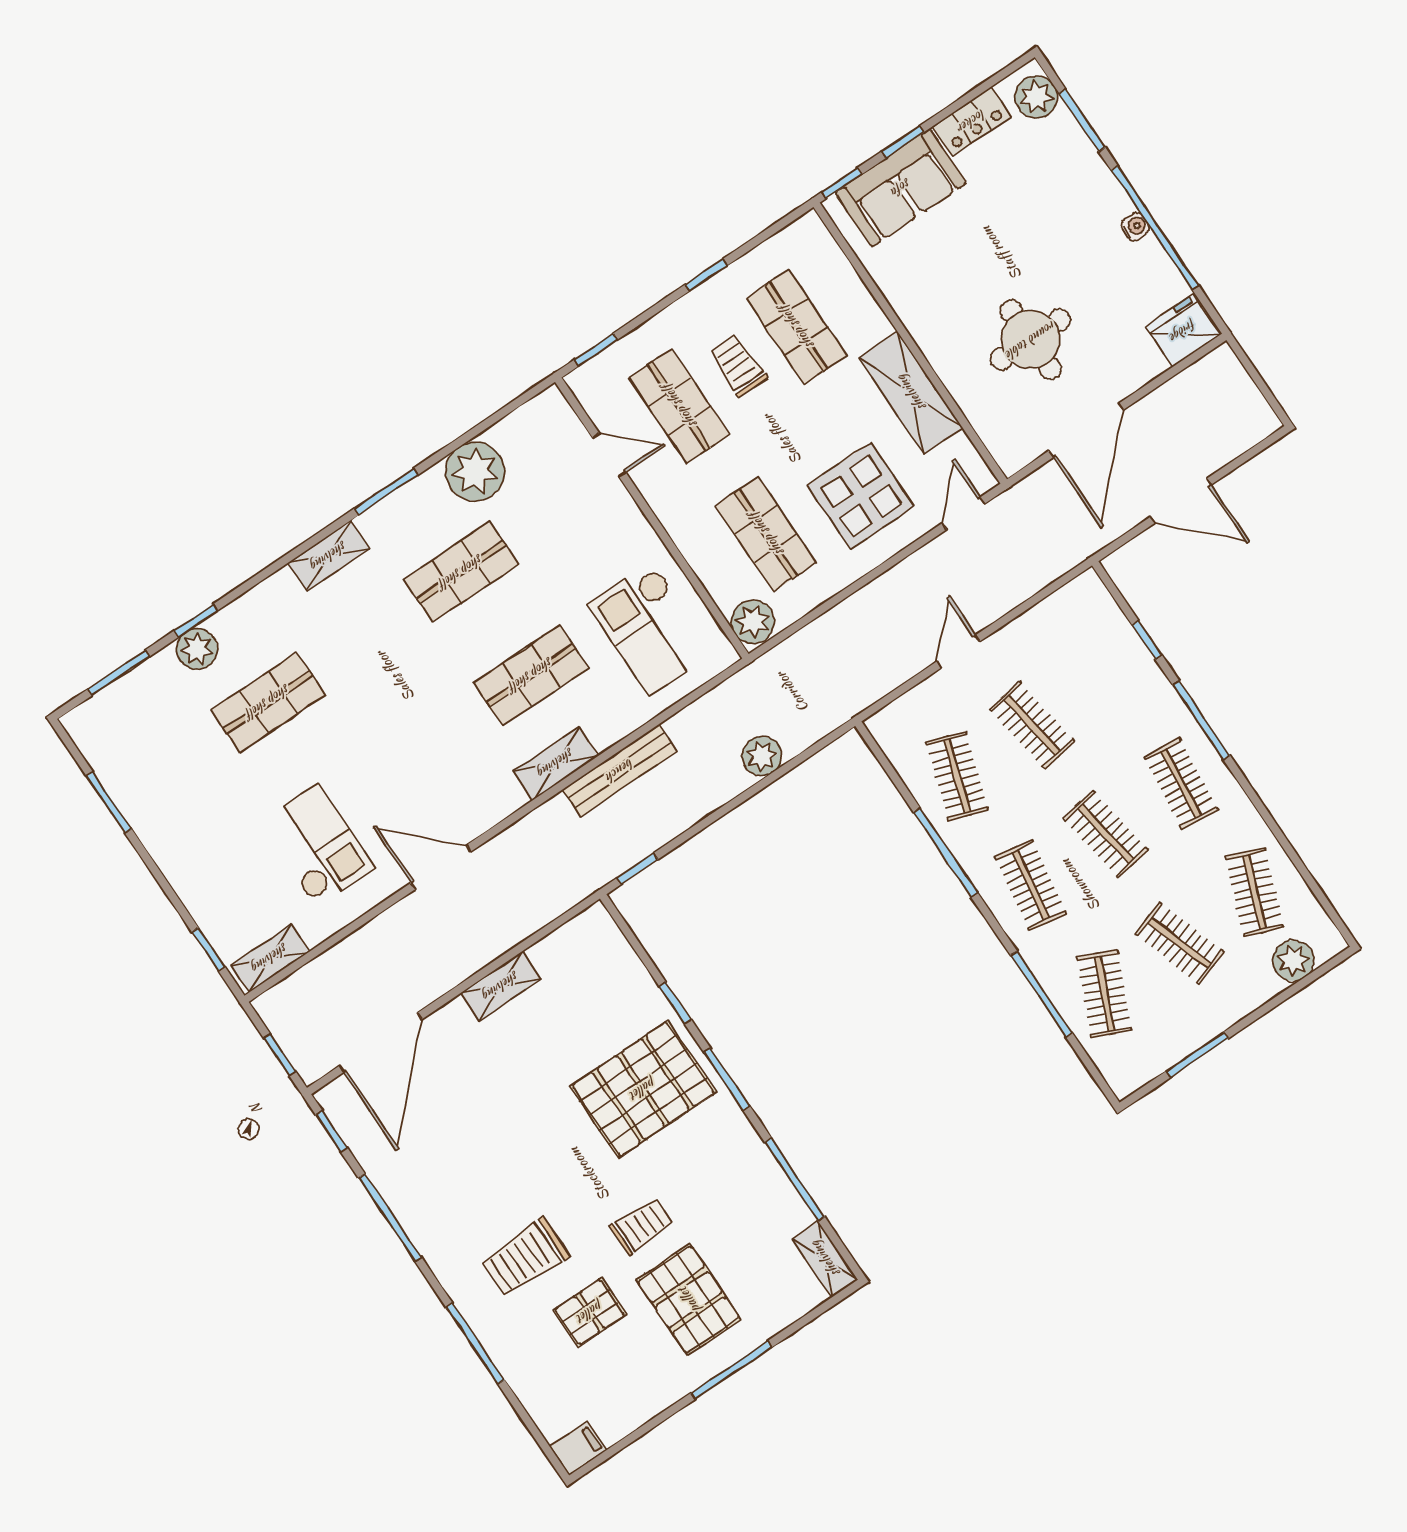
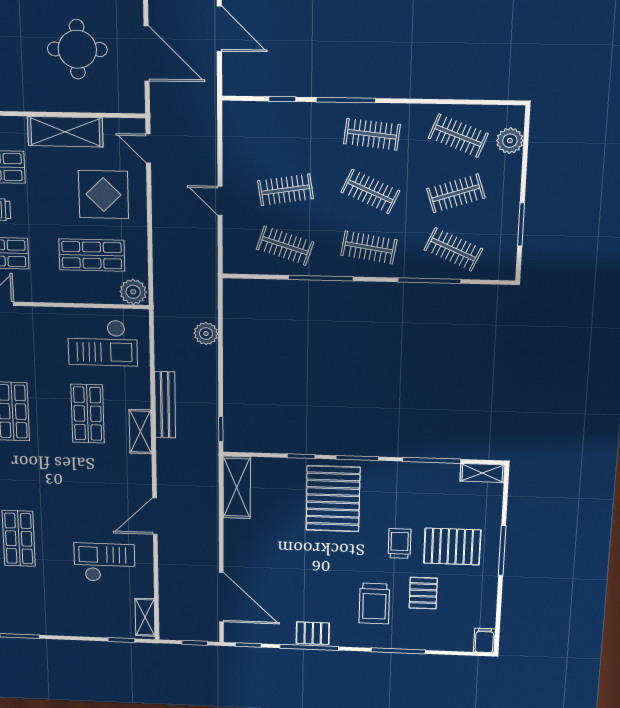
door: (1181, 501) -> (219, 29), hinge flipped
clothes rail: (1106, 834) -> (370, 192), turned 33
shelving: (501, 986) -> (237, 487), moved, width x1.50, depth x1.33
pallet: (416, 1207) -> (313, 633), added

